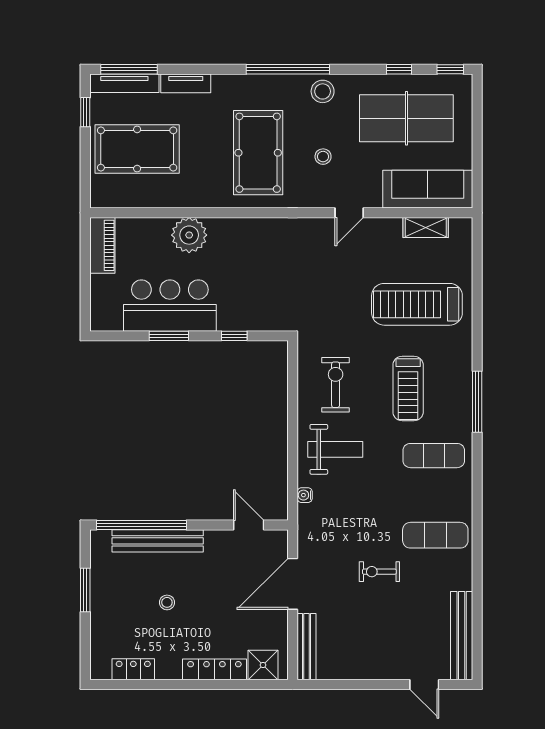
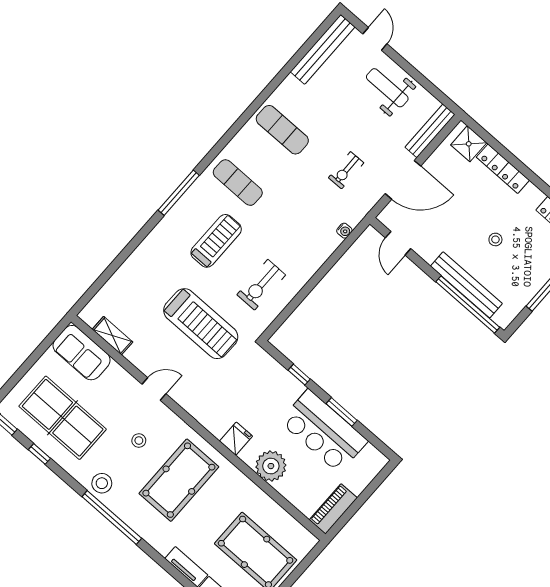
sofa: (428, 189) -> (82, 353), width x0.73
fridge: (240, 232) -> (236, 439), added
treadmill: (417, 304) -> (201, 324), moved
weight bench: (335, 449) -> (387, 88), moved
exercise bike: (379, 572) -> (346, 170), moved, turned 89

